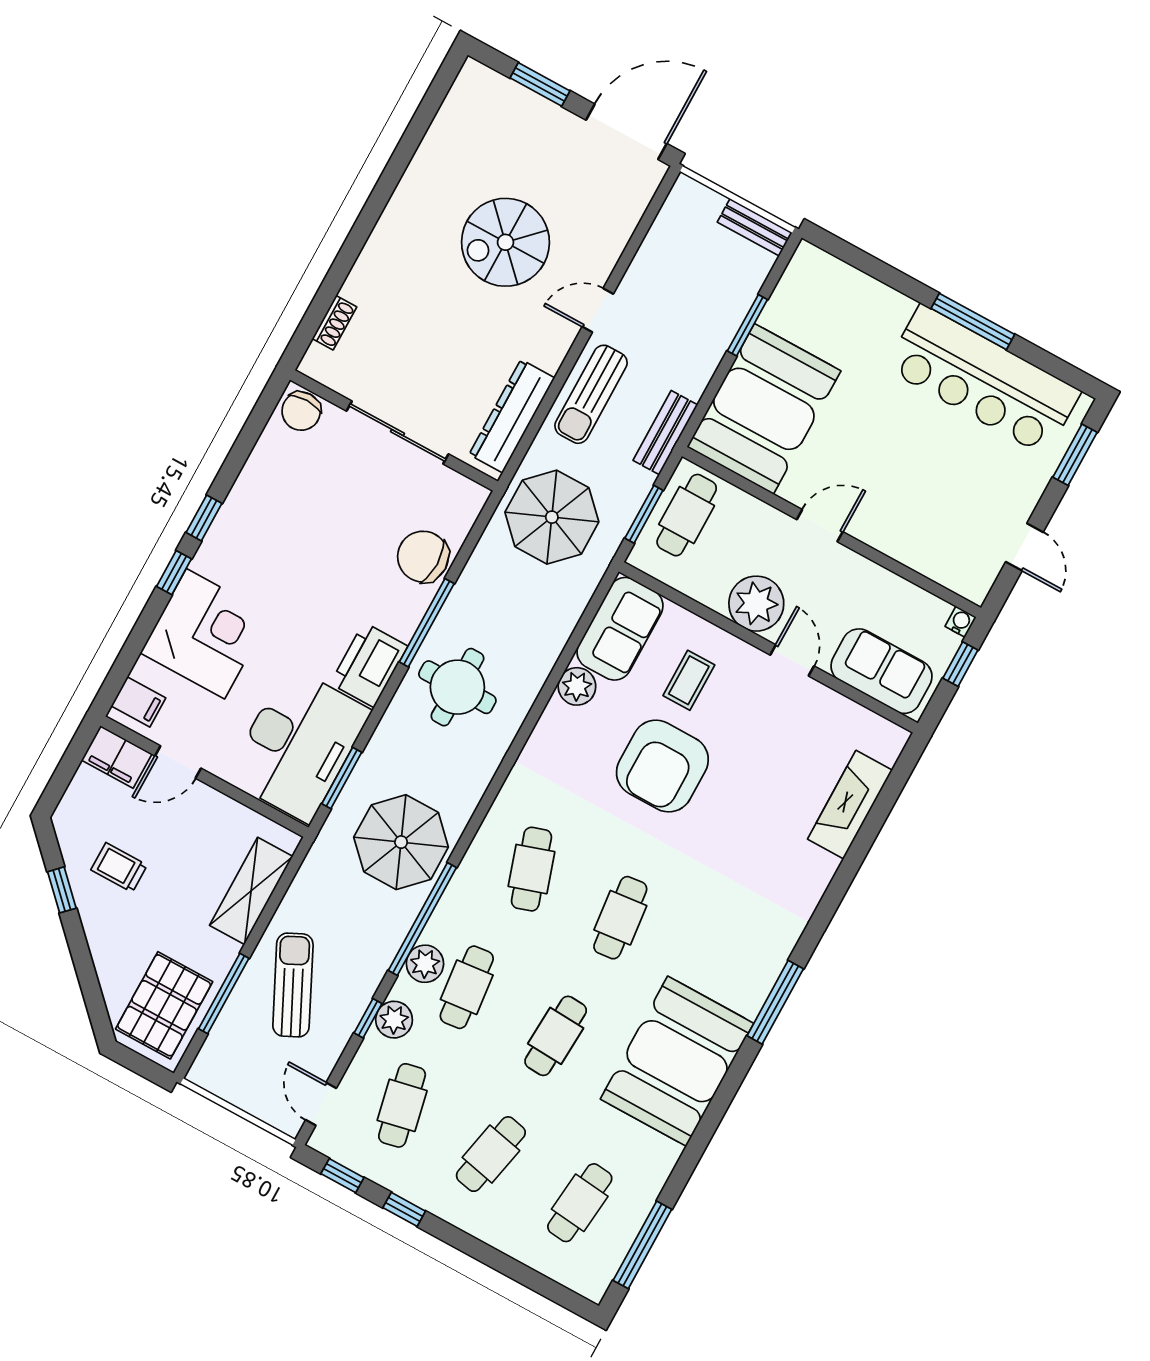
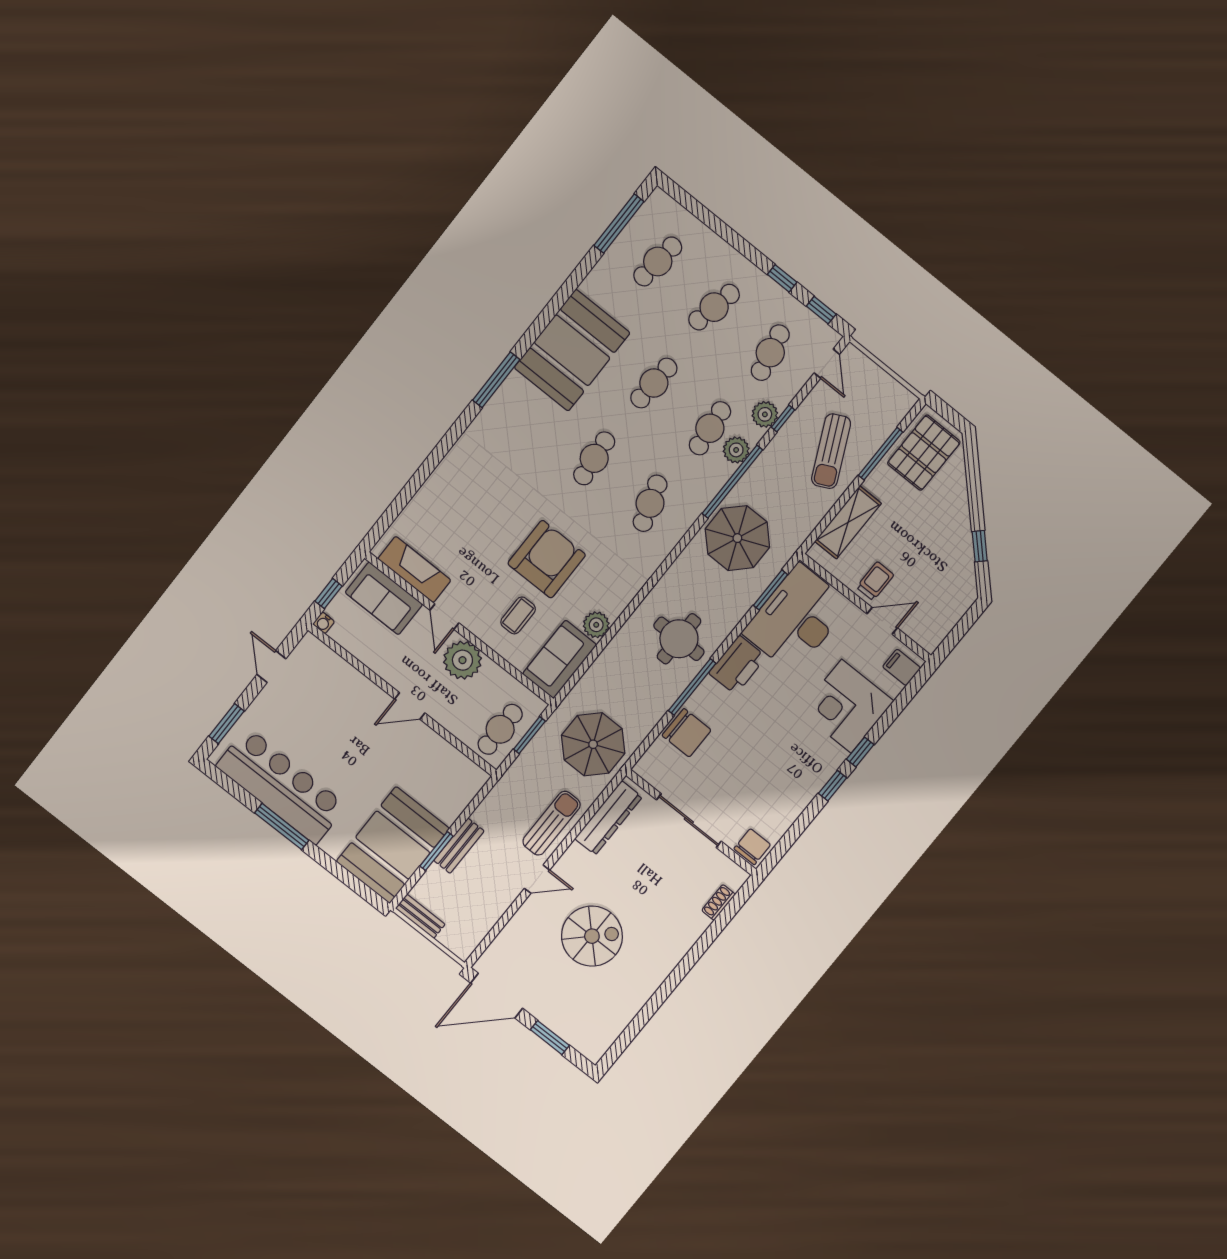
booth: (764, 409) -> (393, 845), moved
bench: (665, 433) -> (459, 846), moved
filing cabinet: (117, 757) -> (924, 632), removed
fireplace: (850, 805) -> (414, 569), moved, turned -90
trolley: (119, 868) -> (875, 581), moved, turned -90

